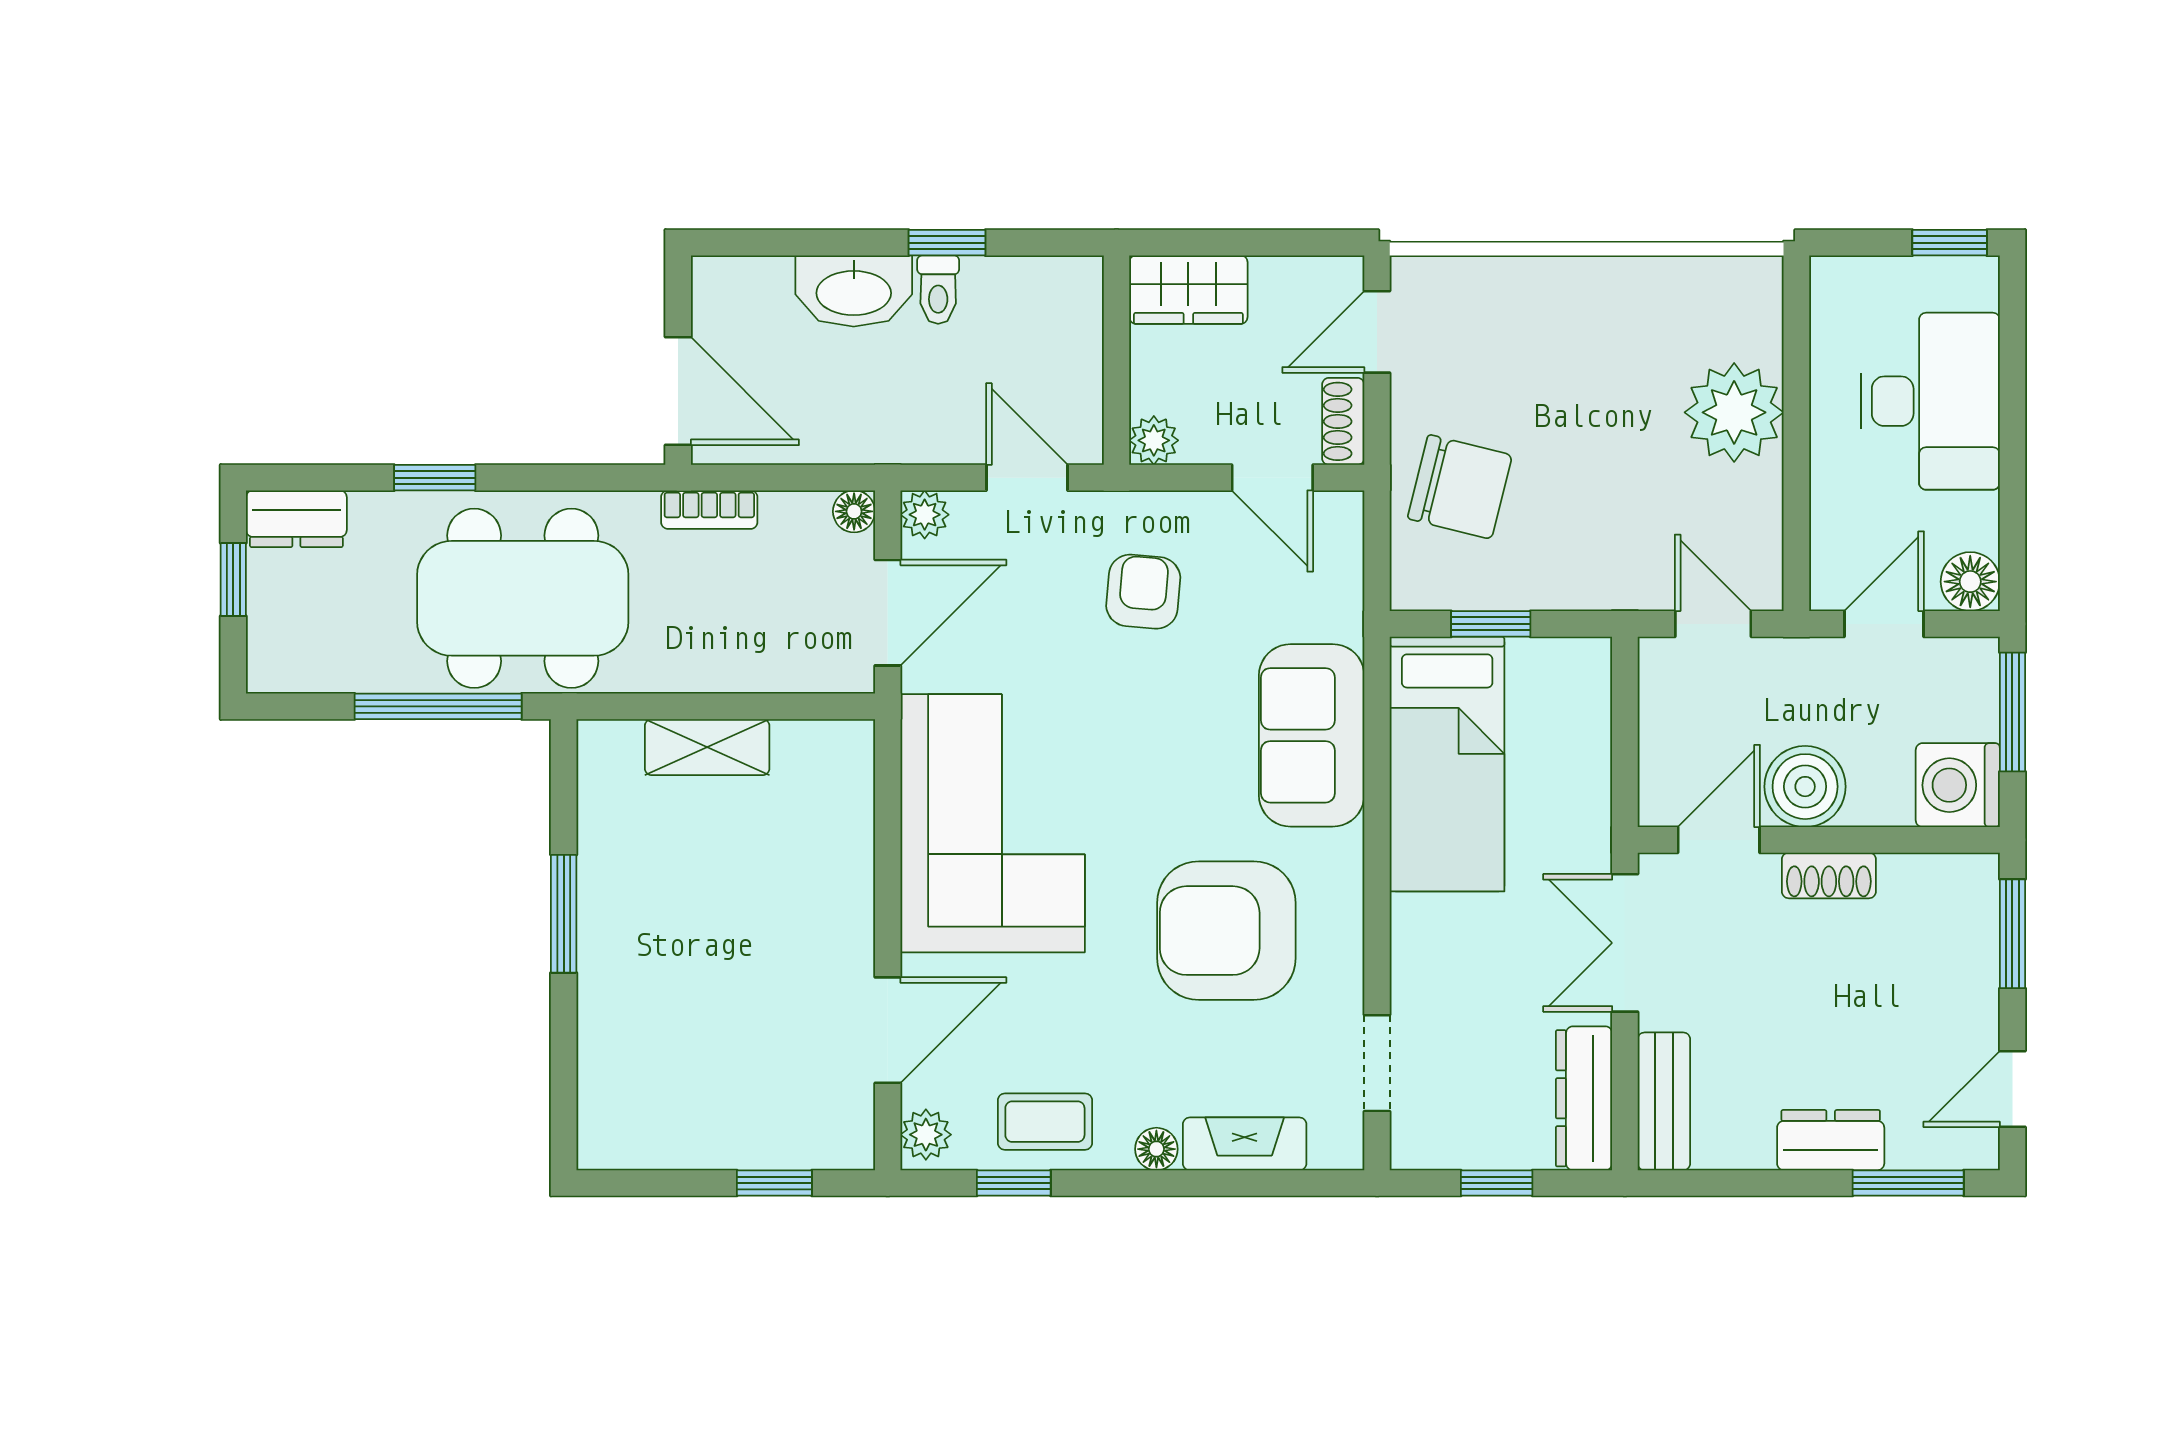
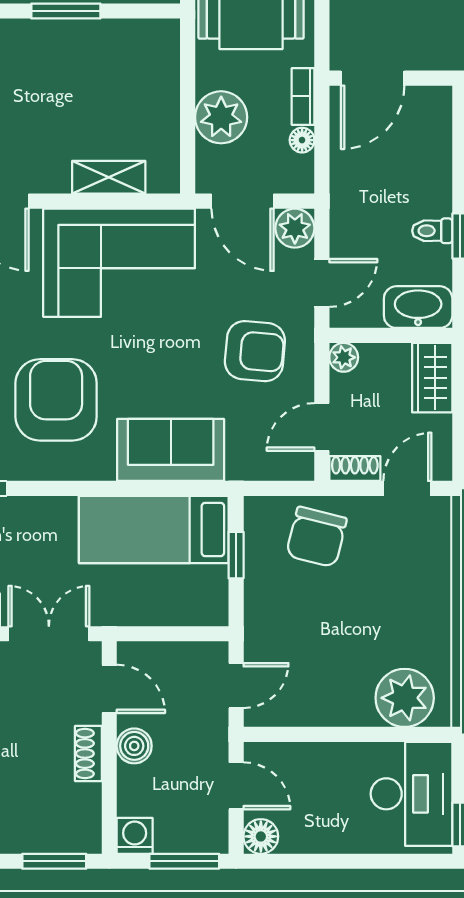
washbasin: (854, 291) -> (418, 307), moved, turned 90
door: (1377, 332) -> (407, 488), hinge flipped
desk: (1930, 401) -> (412, 794), moved, turned -90
plant: (1734, 412) -> (405, 698), moved
floor lamp: (854, 511) -> (302, 140), moved
plant: (925, 515) -> (295, 228), width x1.38, depth x1.38
armchair: (1143, 592) -> (255, 351), width x1.38, depth x1.38
plant: (745, 649) -> (221, 117), added
shelving: (707, 747) -> (109, 177), moved, turned 90
washing machine: (1958, 785) -> (135, 836), width x0.73, depth x0.73
boiler: (1805, 787) -> (134, 746), width x0.73, depth x0.73

